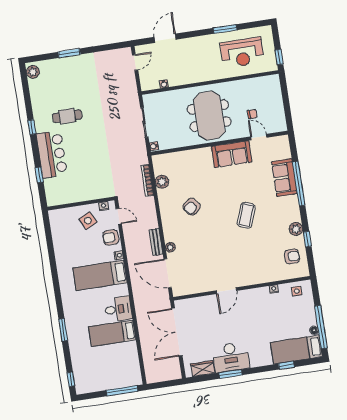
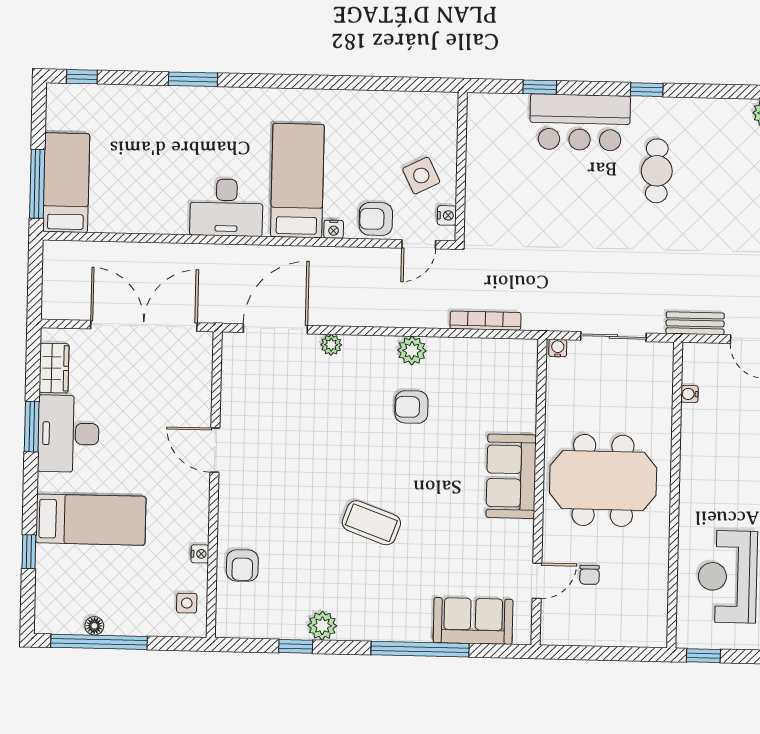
sofa: (232, 154) -> (511, 476), moved
sofa: (284, 178) -> (473, 621), moved
plant: (162, 182) -> (412, 351), moved
armchair: (192, 207) -> (411, 407), turned -50
armchair: (111, 237) -> (376, 219), turned -90
bench: (156, 242) -> (695, 323), moved
armchair: (292, 256) -> (242, 566), moved
desk: (118, 309) -> (226, 207), width x1.37
bed: (112, 333) -> (66, 183), moved
bed: (296, 350) -> (91, 520), moved, turned 90

